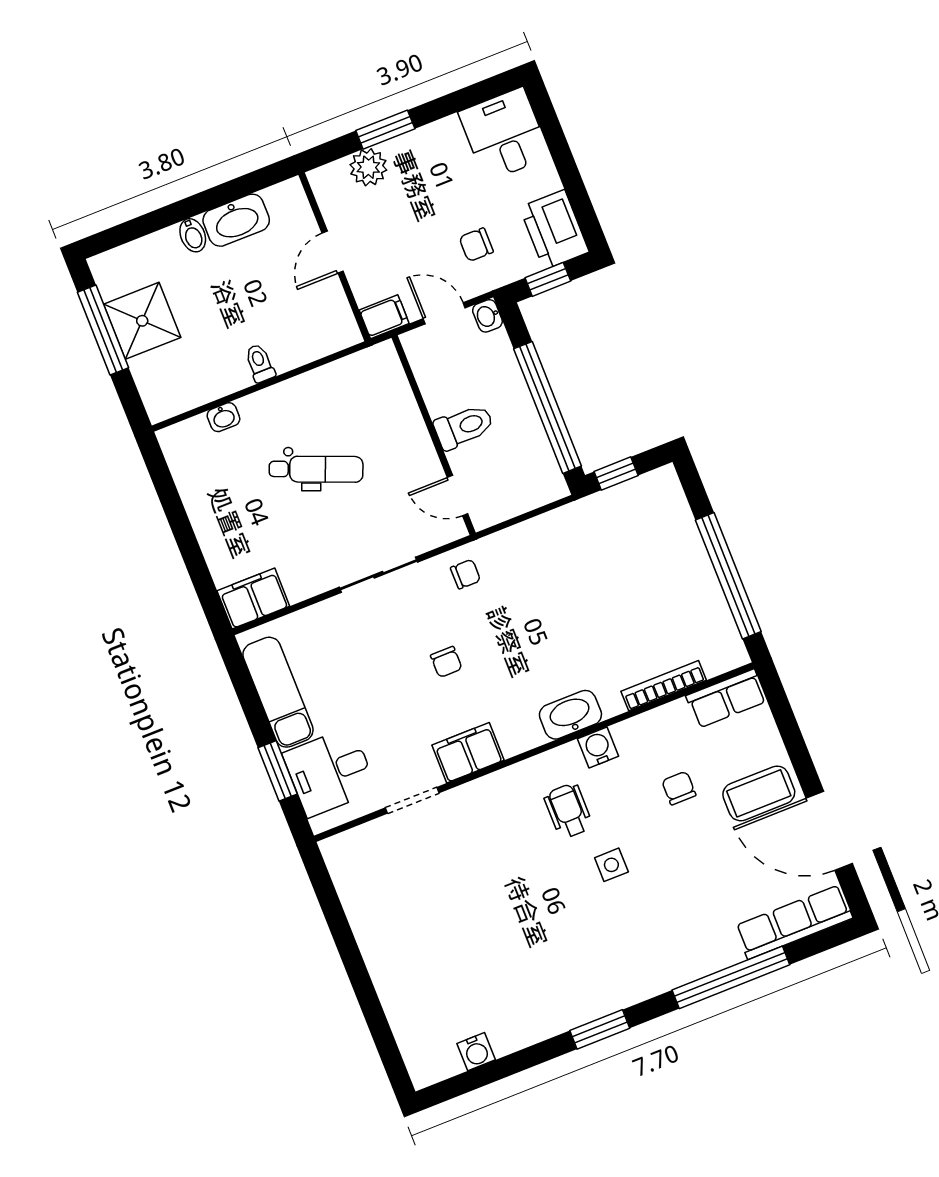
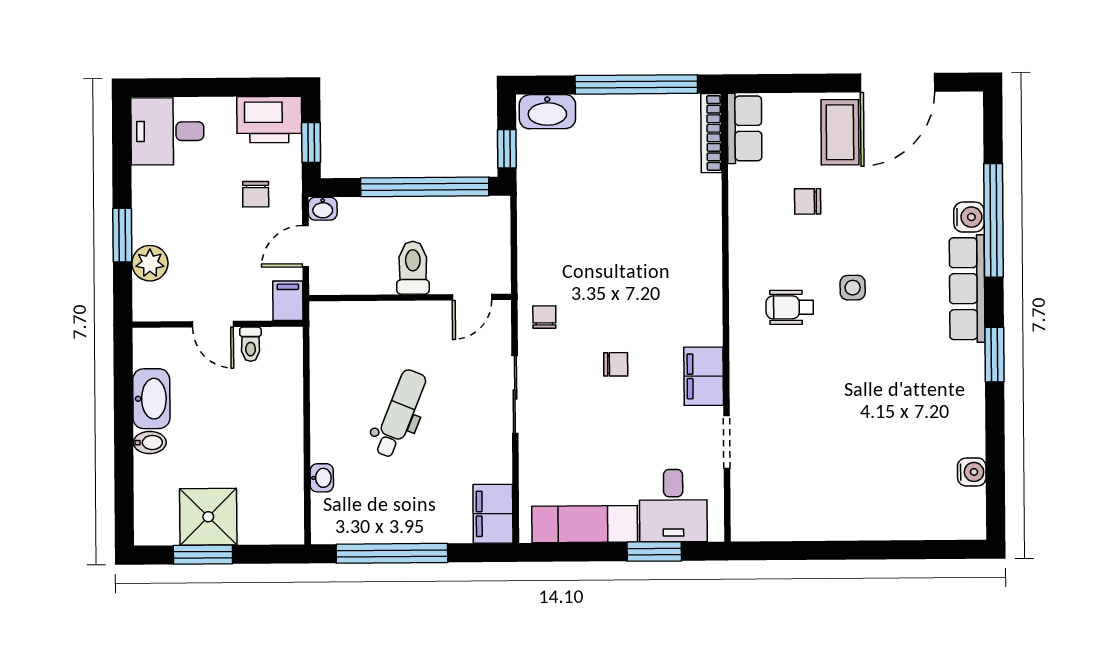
window: (103, 330) -> (203, 555), width x0.69
toilet: (260, 363) -> (251, 344), moved, turned -90
window: (176, 515) -> (392, 553), added
bookcase: (664, 686) -> (711, 133), moved
washbasin: (570, 715) -> (547, 112), moved, turned -90
water cooler: (598, 747) -> (969, 217), moved, turned 180
row of seats: (794, 922) -> (967, 289), moved

